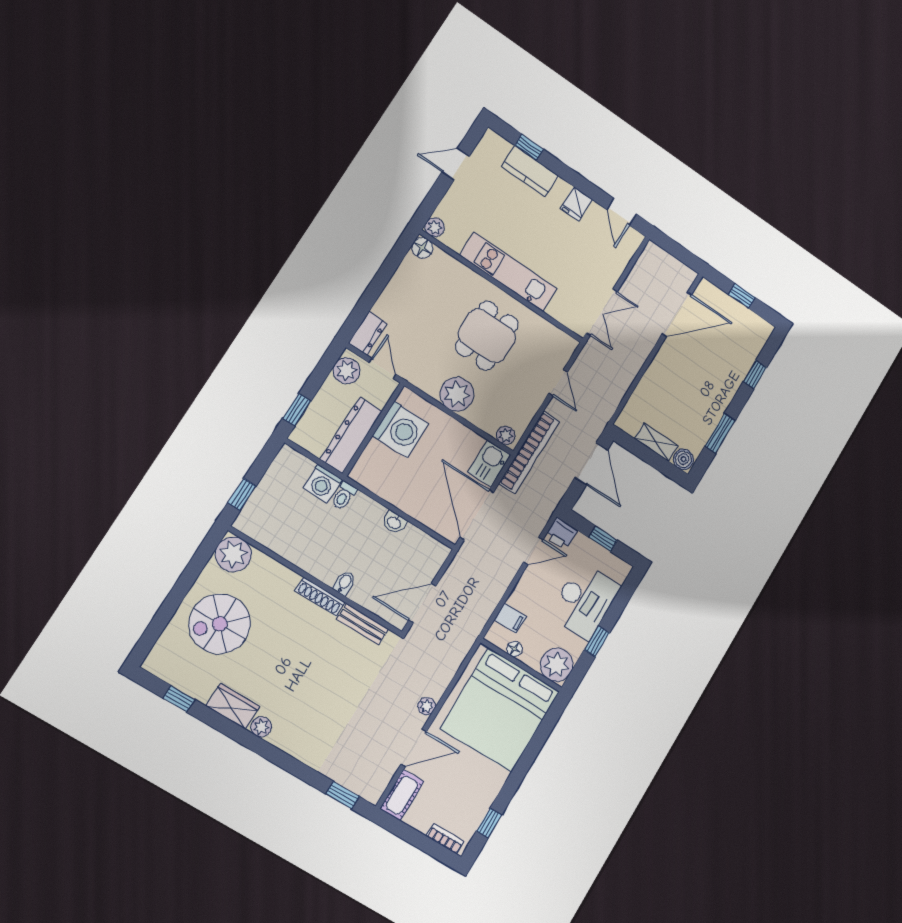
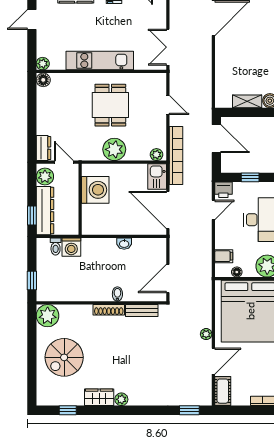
double door: (602, 312) -> (168, 47), swing flipped
dresser: (351, 435) -> (45, 211), moved, turned 180
toilet: (344, 496) -> (56, 246), moved

